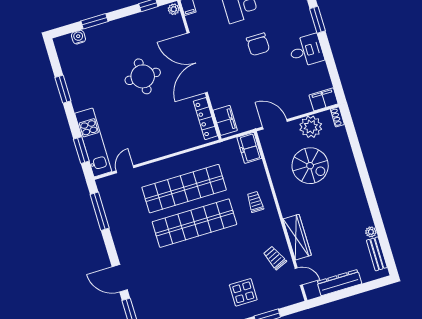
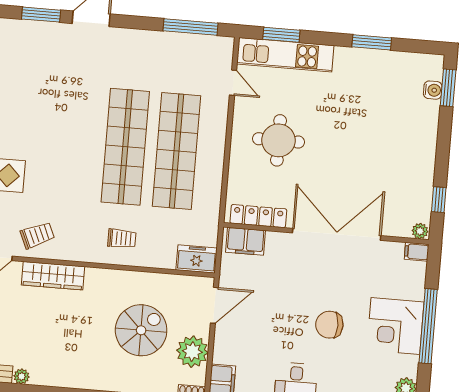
window: (94, 21) -> (448, 88), moved
round table: (143, 76) -> (279, 140), moved
spiral stairs: (310, 166) -> (141, 330), turned 180

